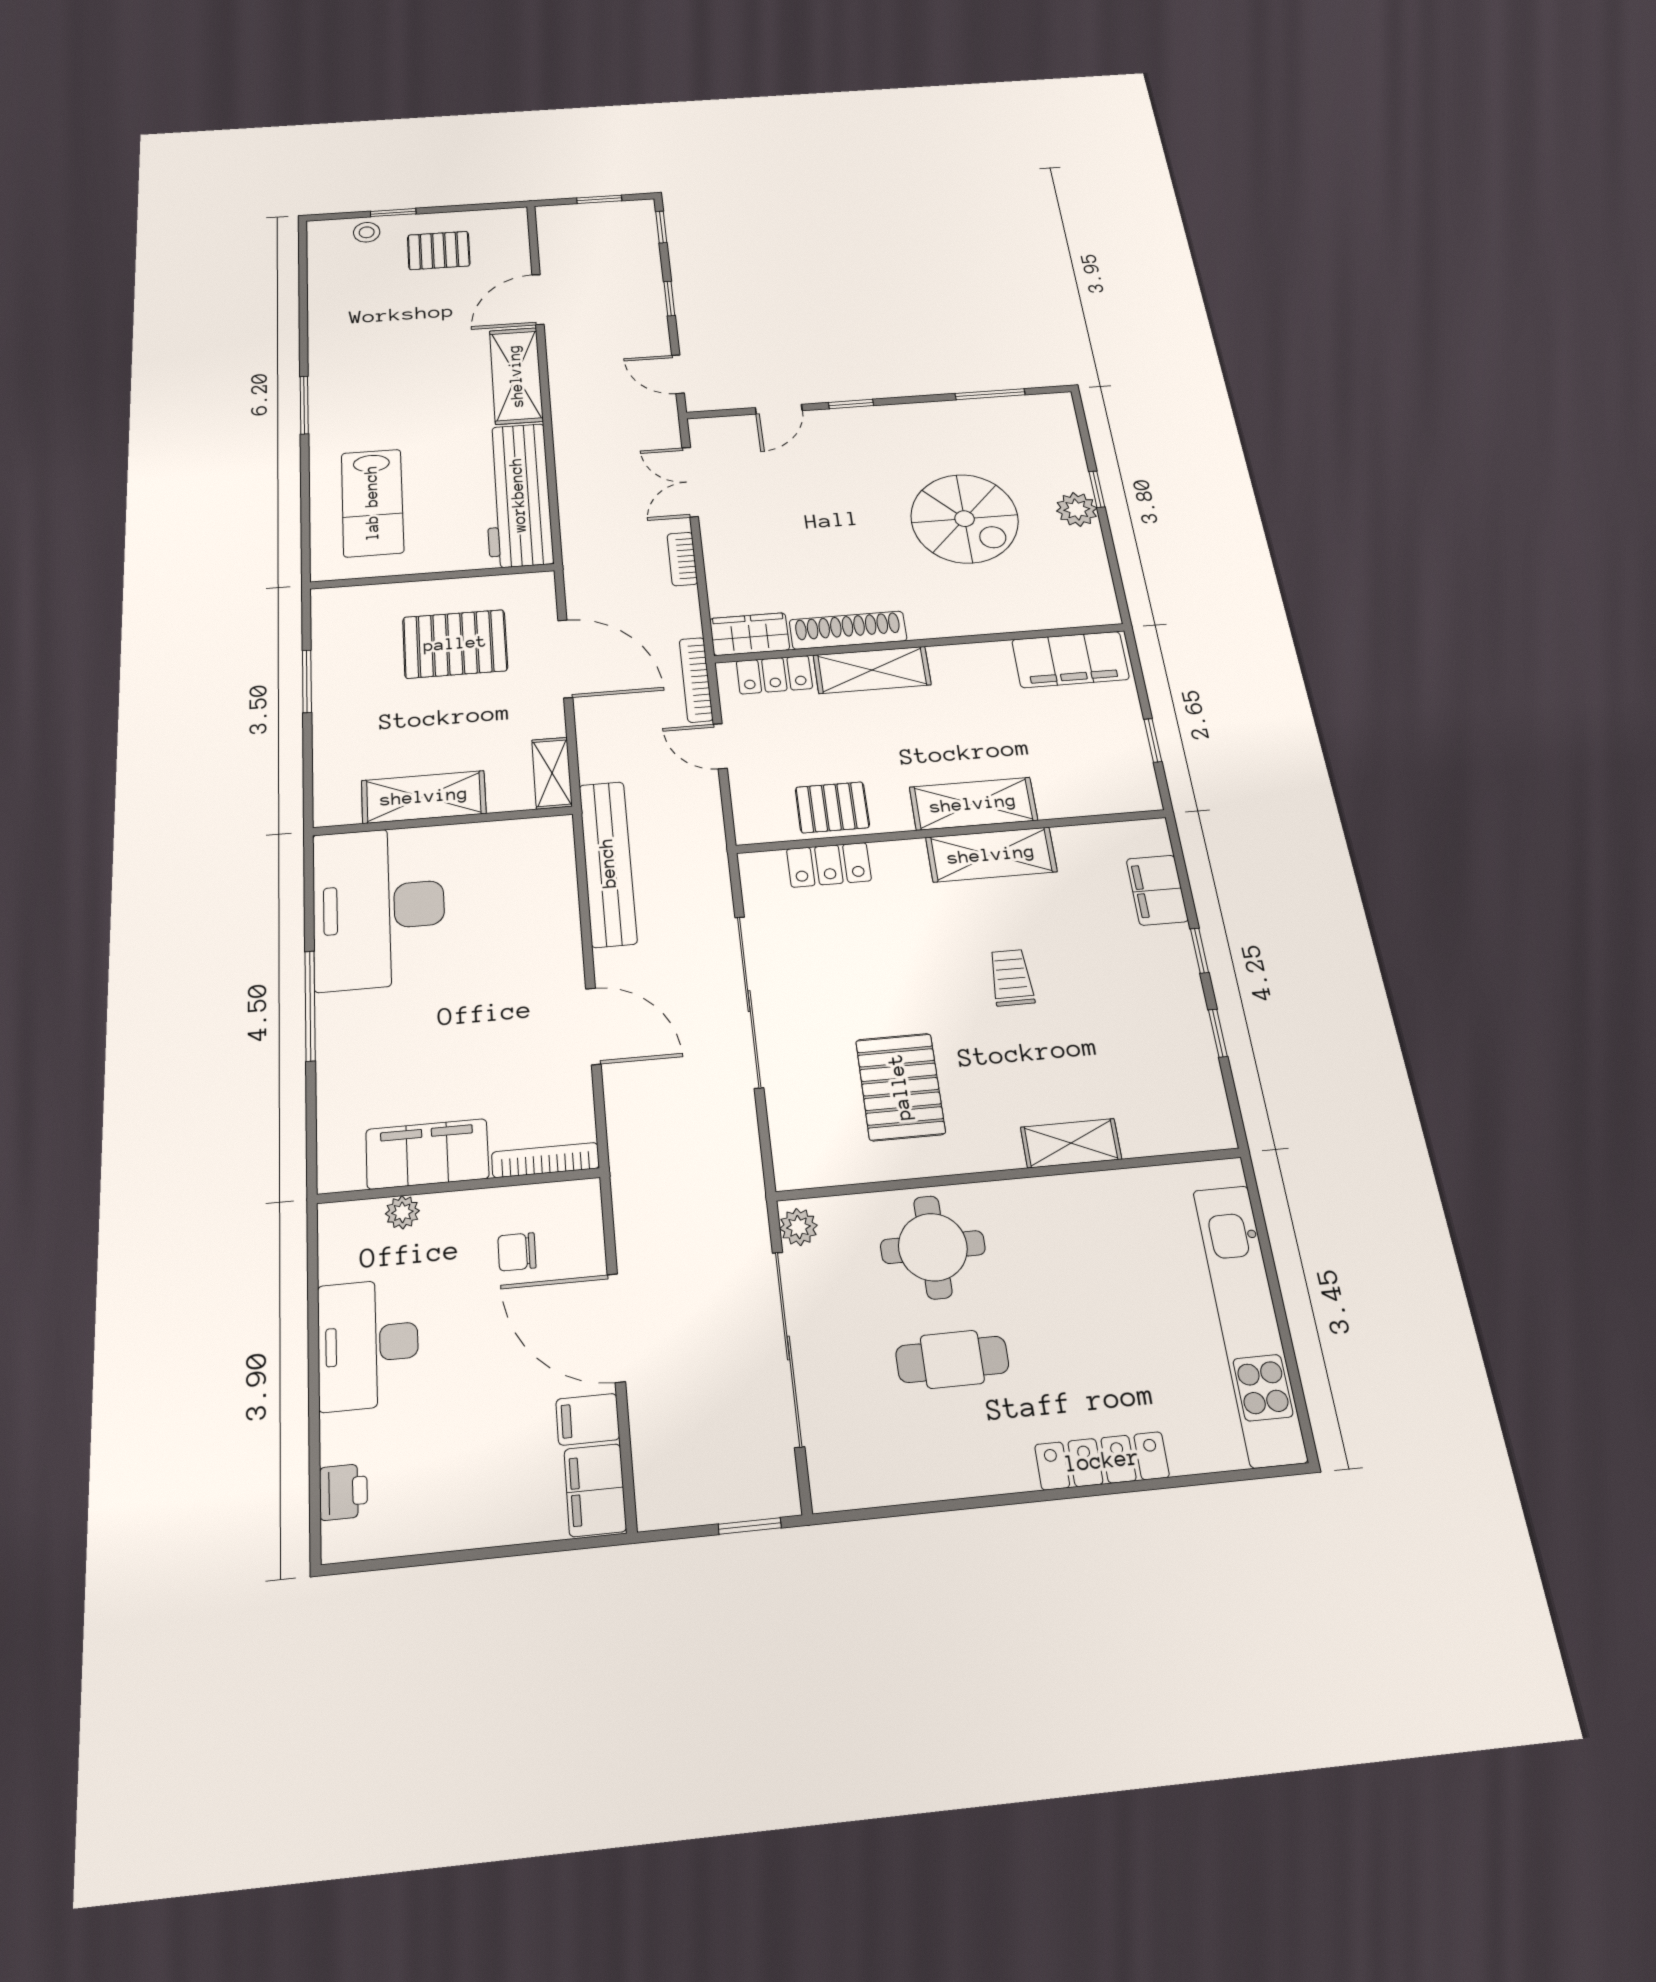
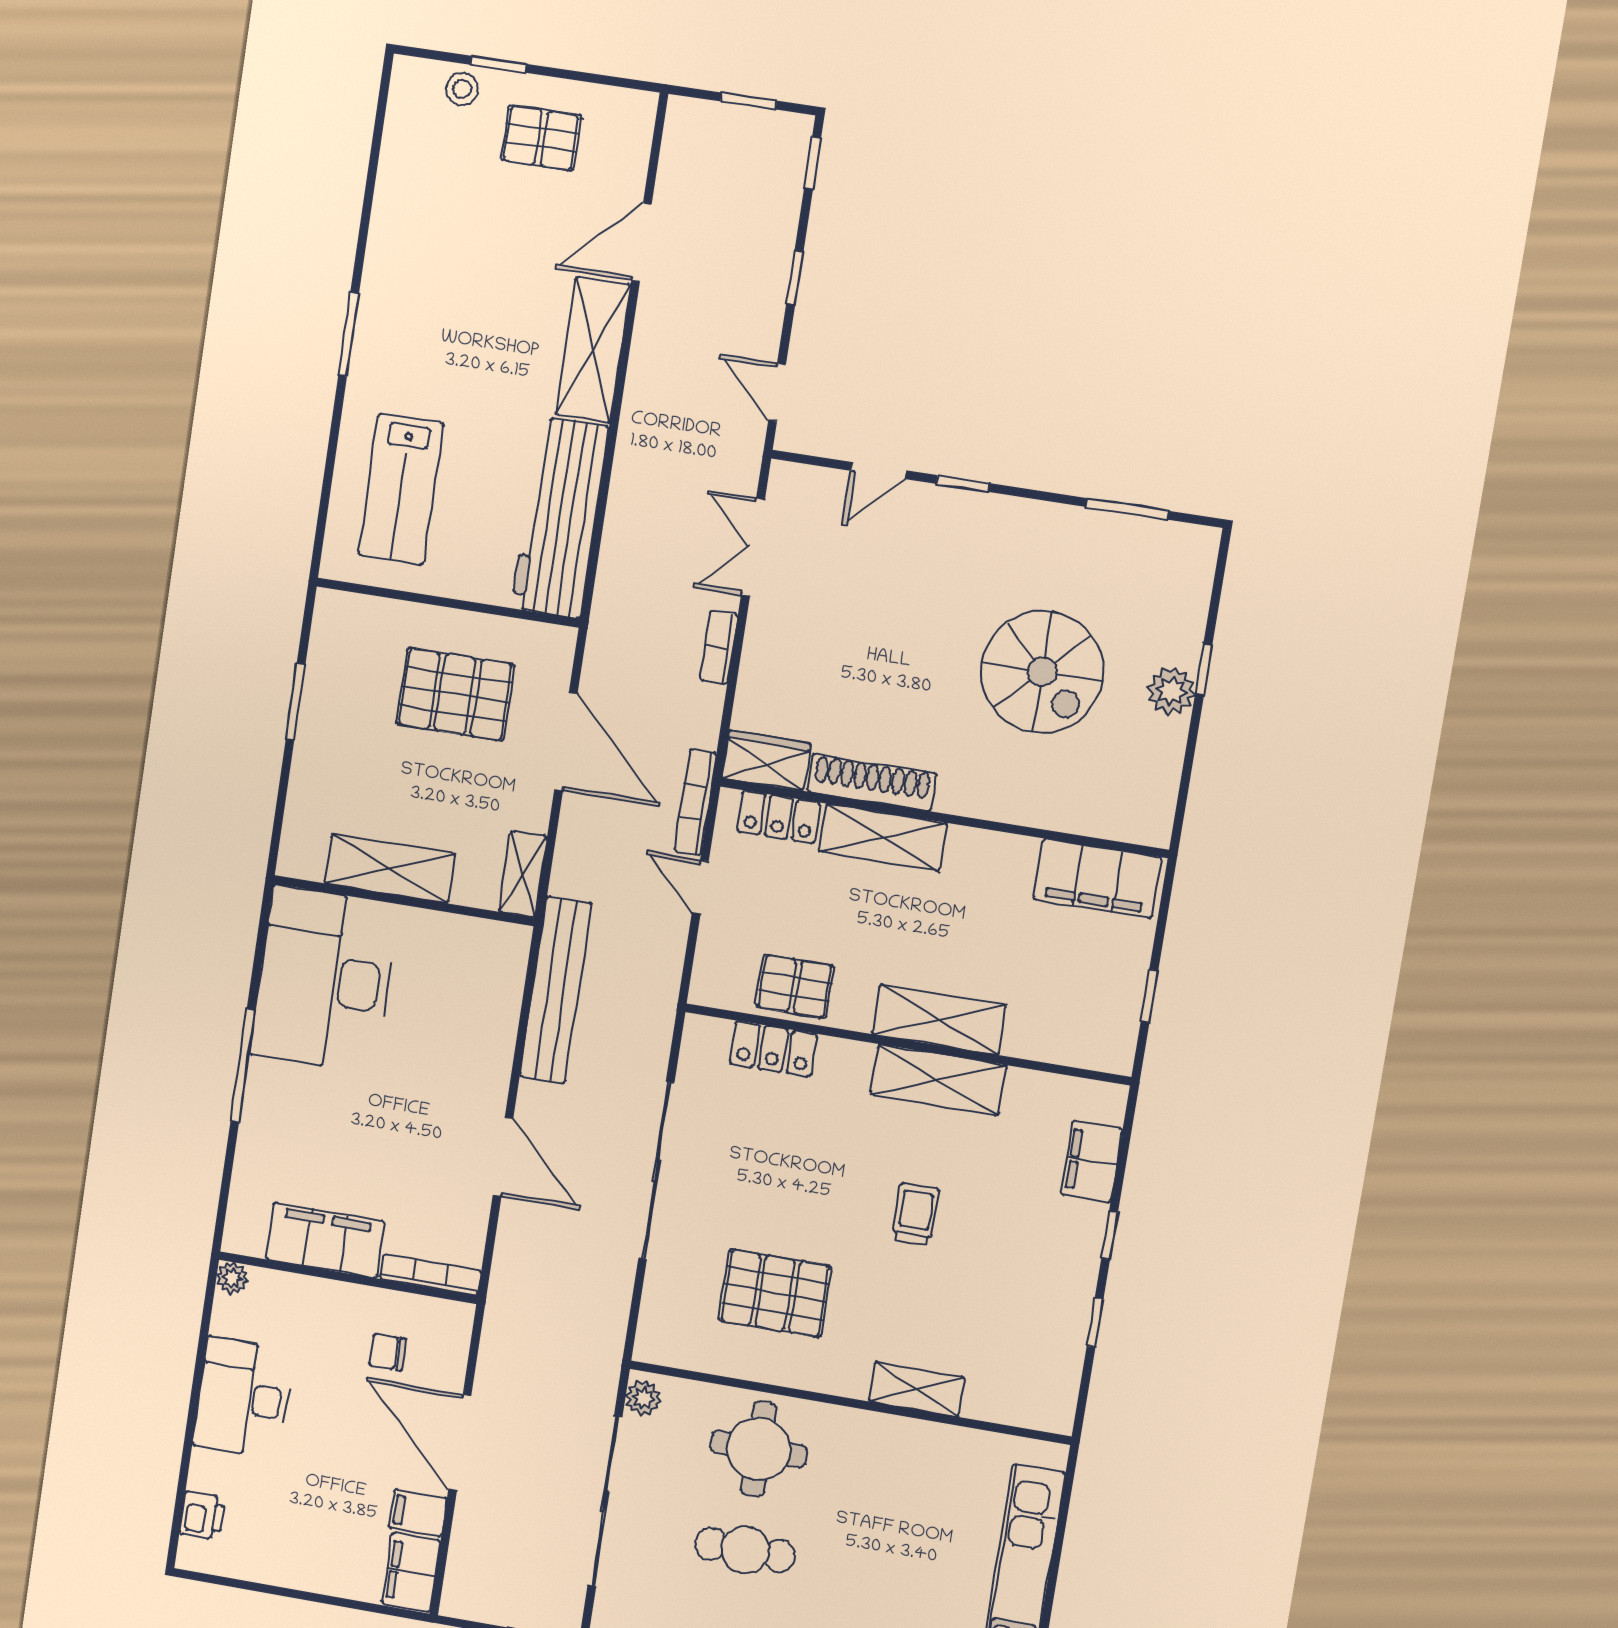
pallet: (900, 1087) -> (775, 1293), turned 90
plant: (402, 1212) -> (232, 1278), moved

